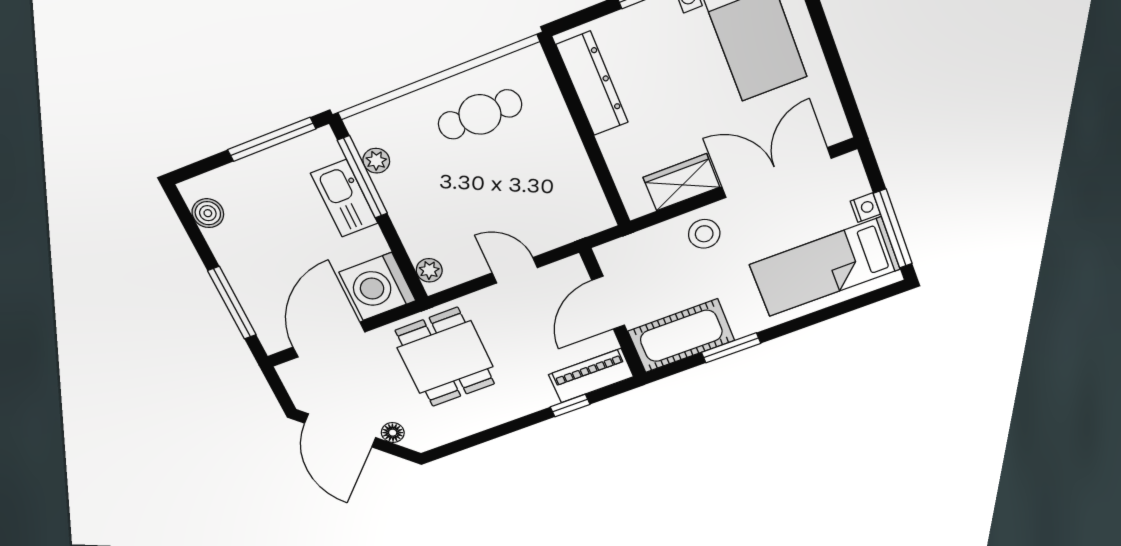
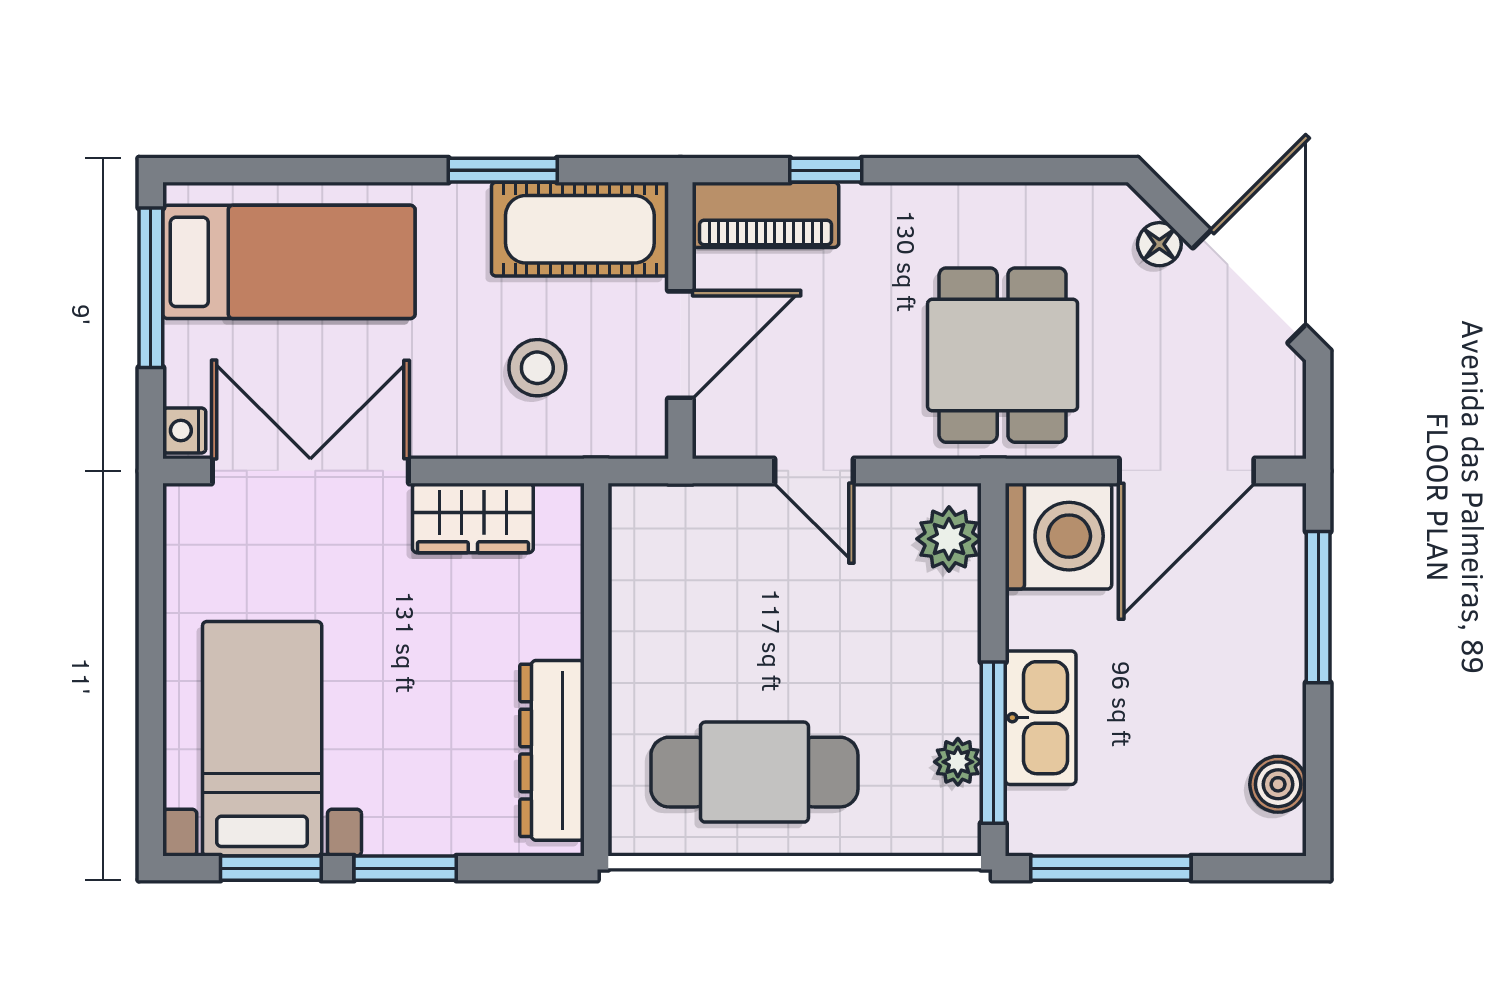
cafe table: (480, 114) -> (754, 772), width x1.37, depth x1.35
double door: (776, 173) -> (310, 471), swing flipped
nightstand: (865, 208) -> (184, 430), moved
stool: (704, 234) -> (537, 368), moved
plant: (429, 270) -> (949, 539), width x1.38, depth x1.38

